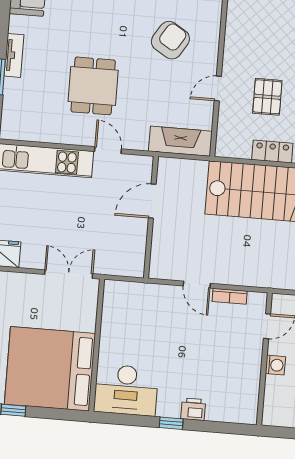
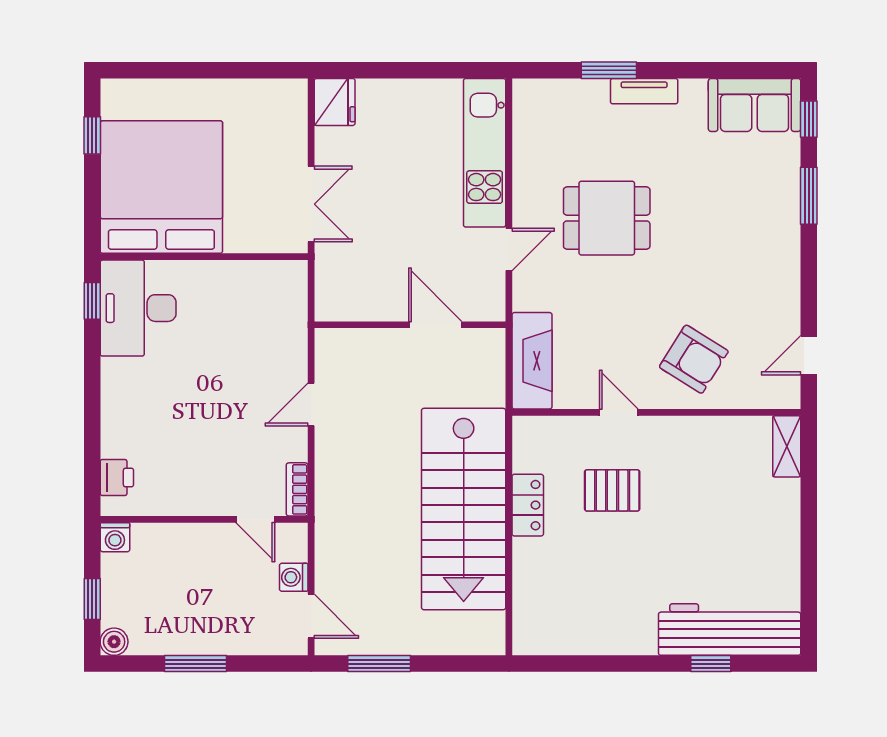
armchair: (170, 40) -> (694, 359), moved
bookcase: (230, 296) -> (297, 489), moved
washing machine: (275, 365) -> (115, 537), moved
printer: (193, 409) -> (117, 478), moved
window: (171, 423) -> (92, 301), moved

